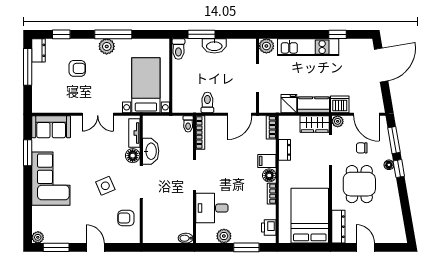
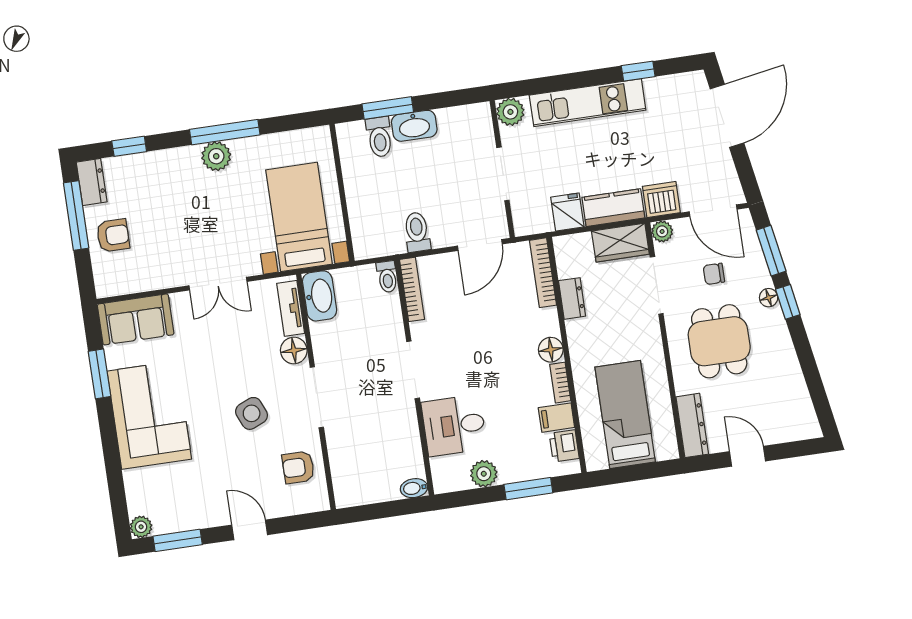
toilet: (178, 49) -> (379, 137), moved
armchair: (77, 68) -> (113, 235), moved
bookcase: (271, 127) -> (543, 273), width x1.56
washbasin: (151, 151) -> (320, 296), moved
filing cabinet: (267, 161) -> (556, 418), moved
bed: (310, 216) -> (625, 415), width x0.67

